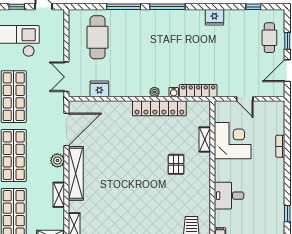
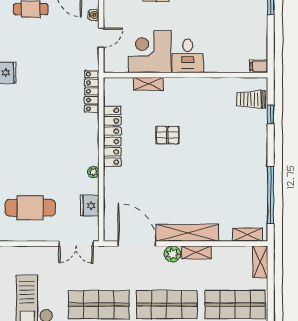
plant: (155, 92) -> (93, 172), moved
water cooler: (174, 92) -> (94, 15), moved
pallet: (176, 164) -> (167, 135), moved
shelving: (59, 195) -> (196, 252), moved
desk: (229, 196) -> (188, 56), moved

